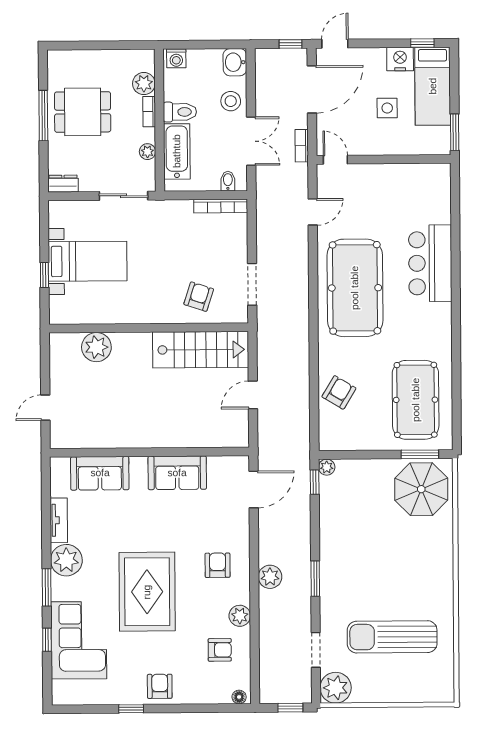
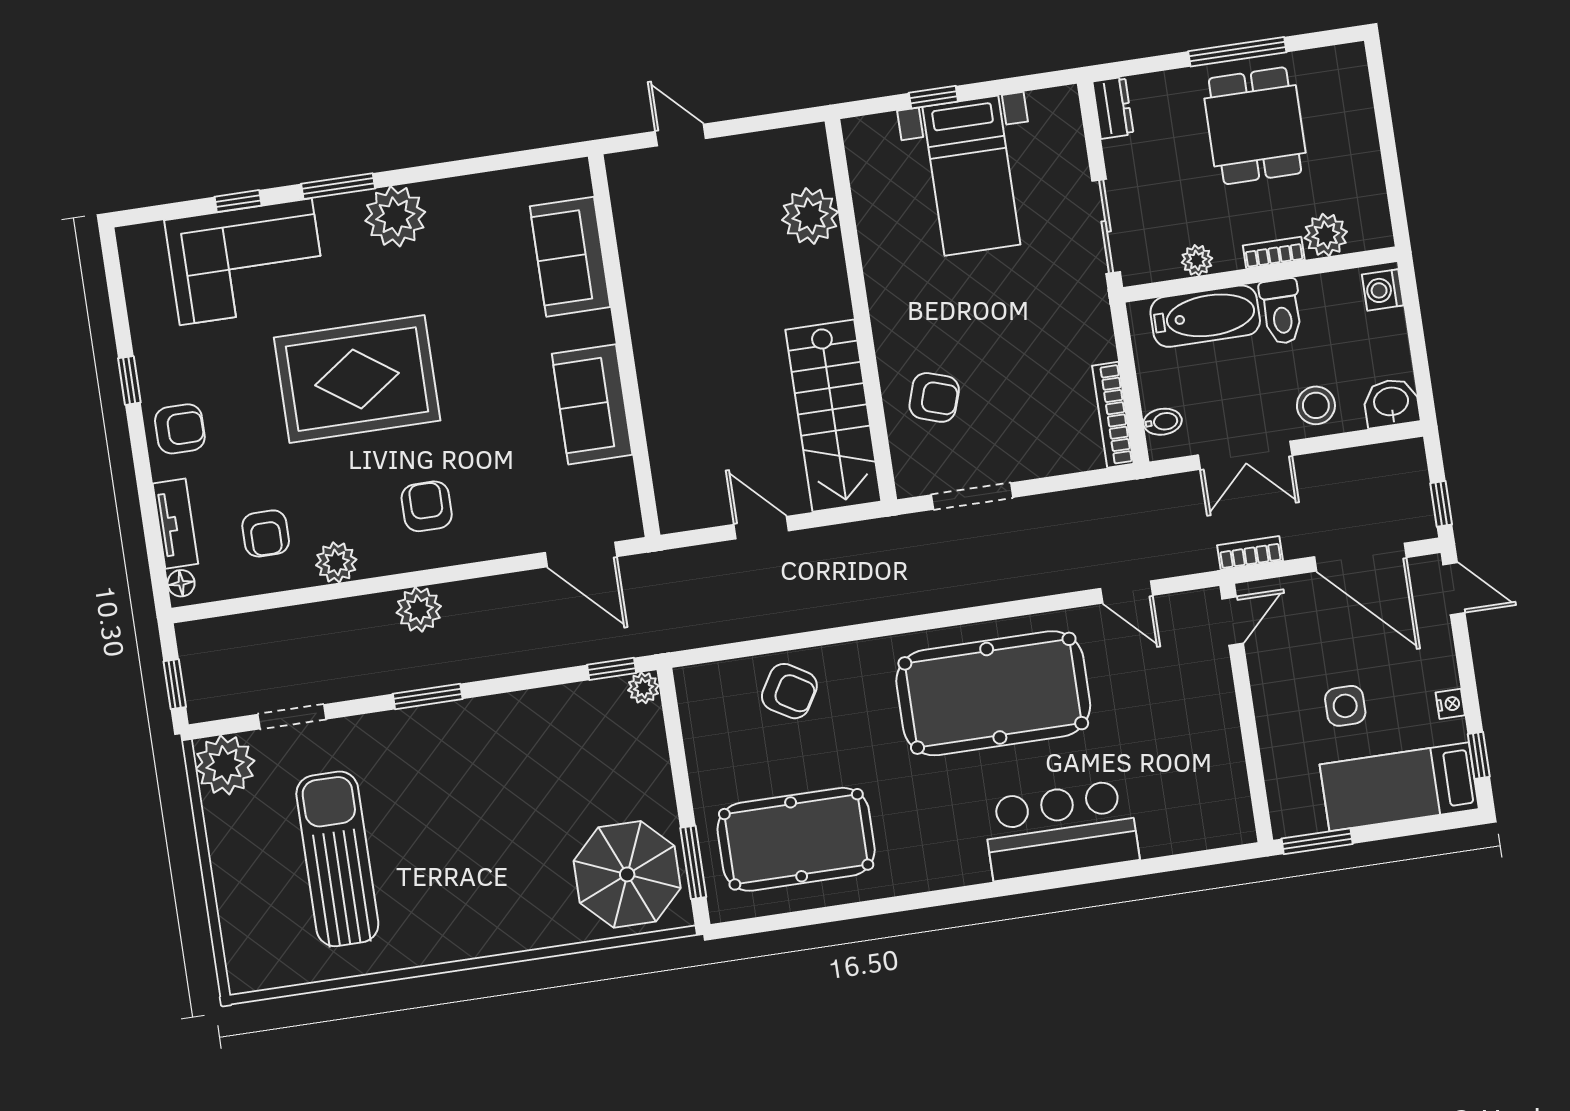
nightstand: (400, 59) -> (1450, 704), width x0.53, depth x0.56
tv unit: (59, 520) -> (175, 524), moved, turned -90
armchair: (218, 565) -> (427, 506), turned -90

